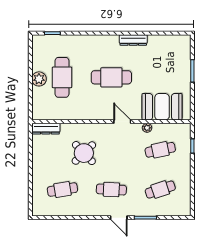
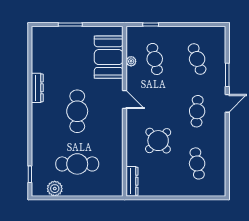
plant: (39, 79) -> (55, 189), moved
door: (122, 122) -> (125, 100), swing flipped
plant: (147, 128) -> (131, 61), moved

